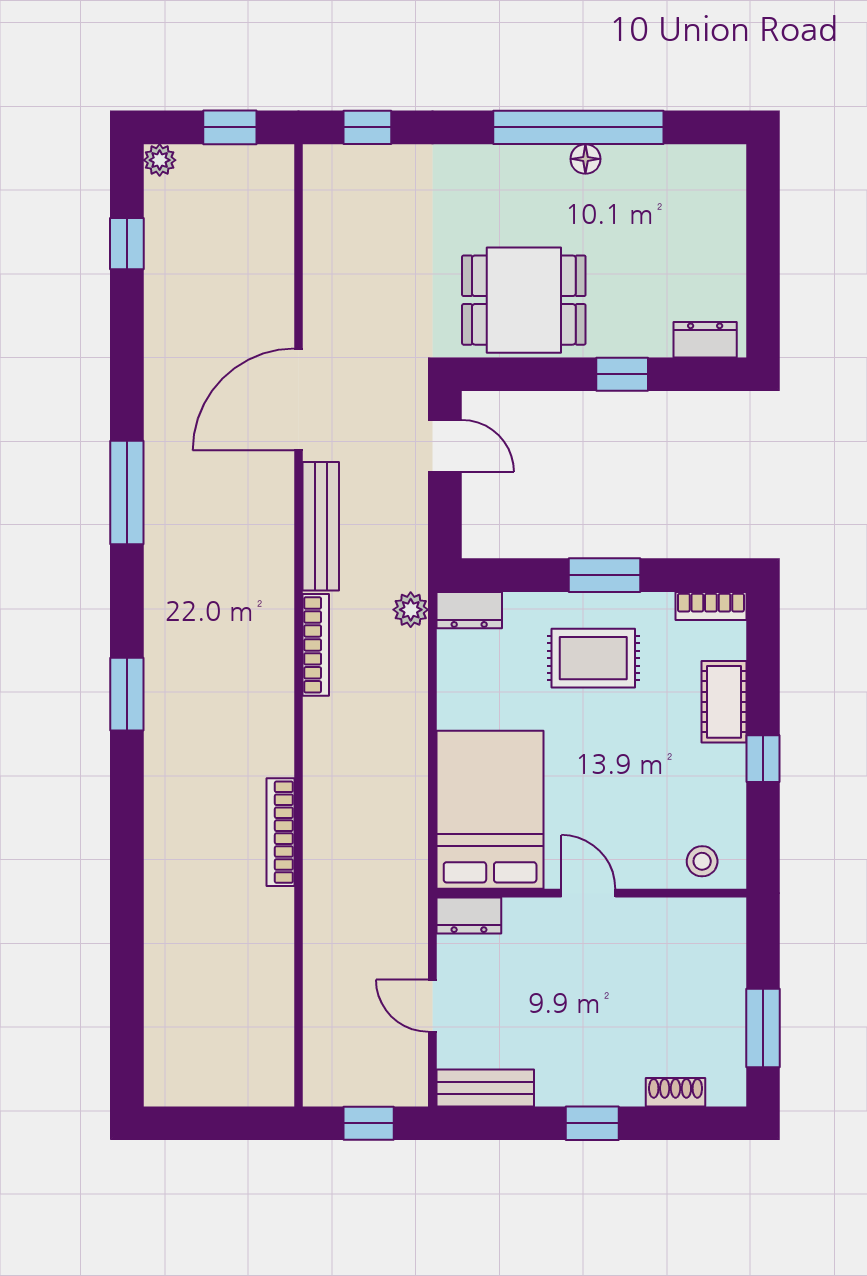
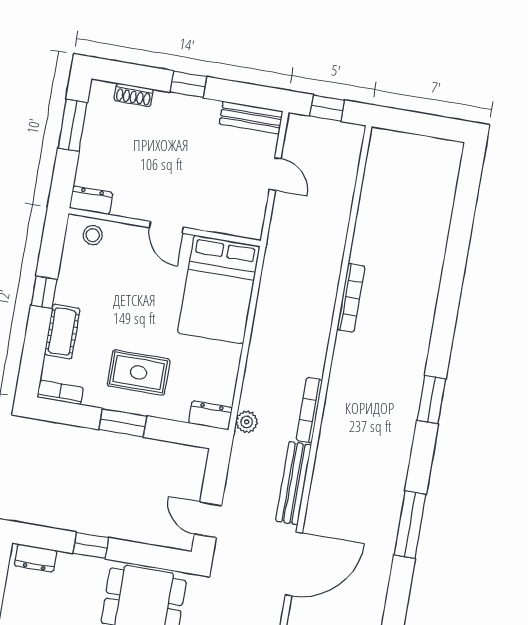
dresser: (469, 915) -> (91, 200), moved

